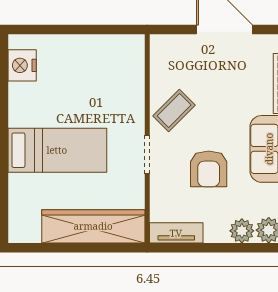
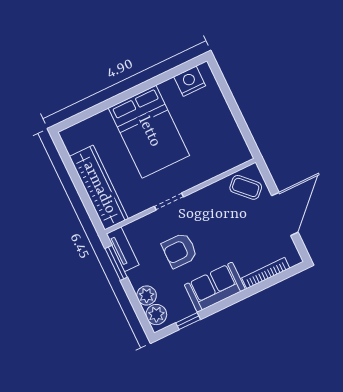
coffee table: (174, 110) -> (246, 187), moved
bed: (57, 150) -> (149, 132), width x1.50
window: (188, 248) -> (116, 263), added

